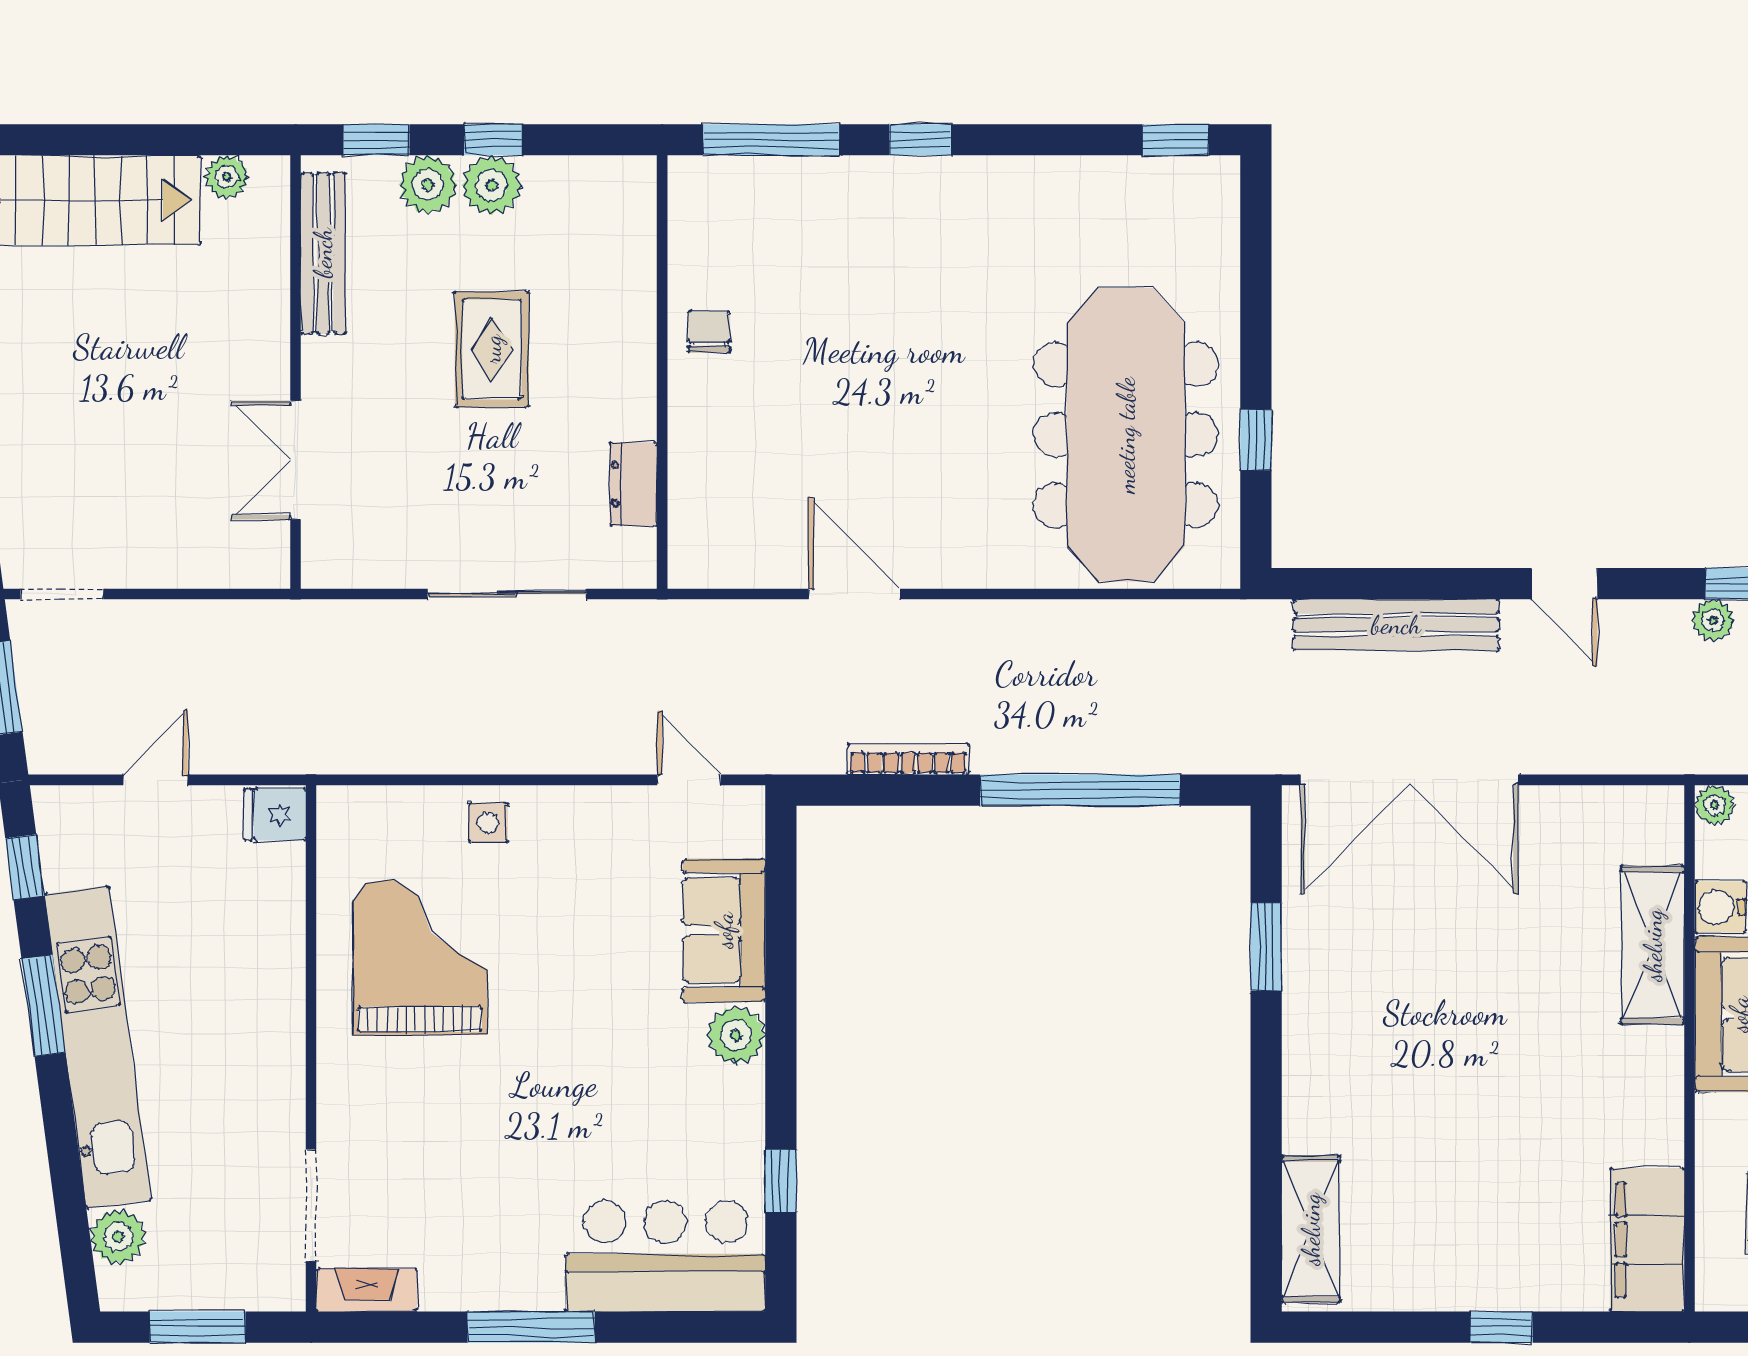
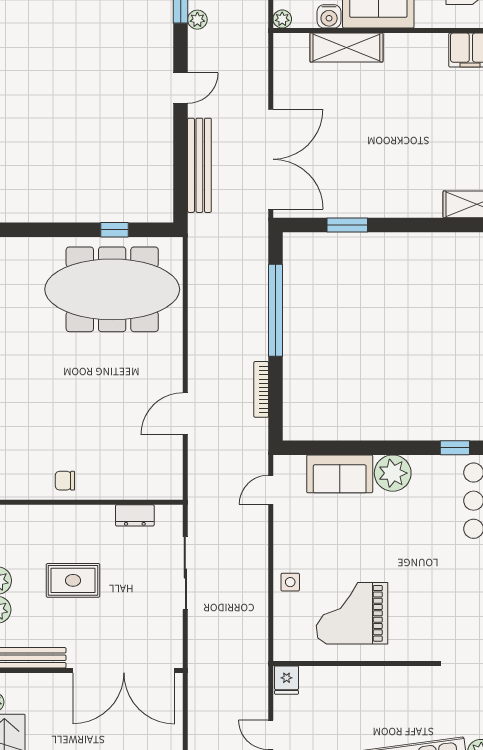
double door: (296, 460) -> (124, 671), width x1.87
plant: (736, 1035) -> (393, 473), width x1.36, depth x1.36

